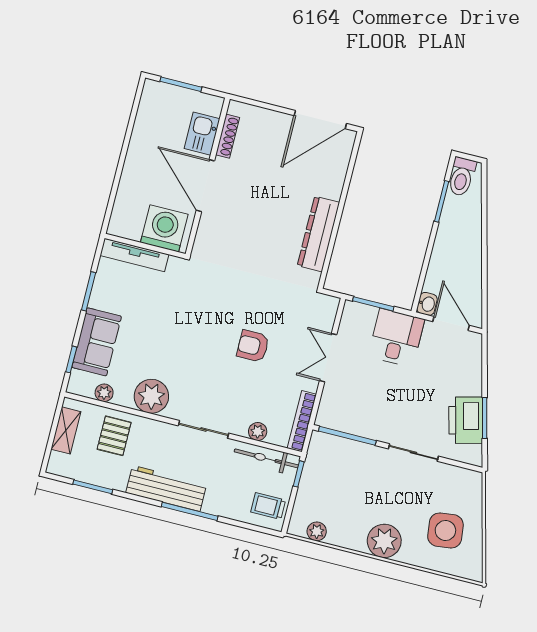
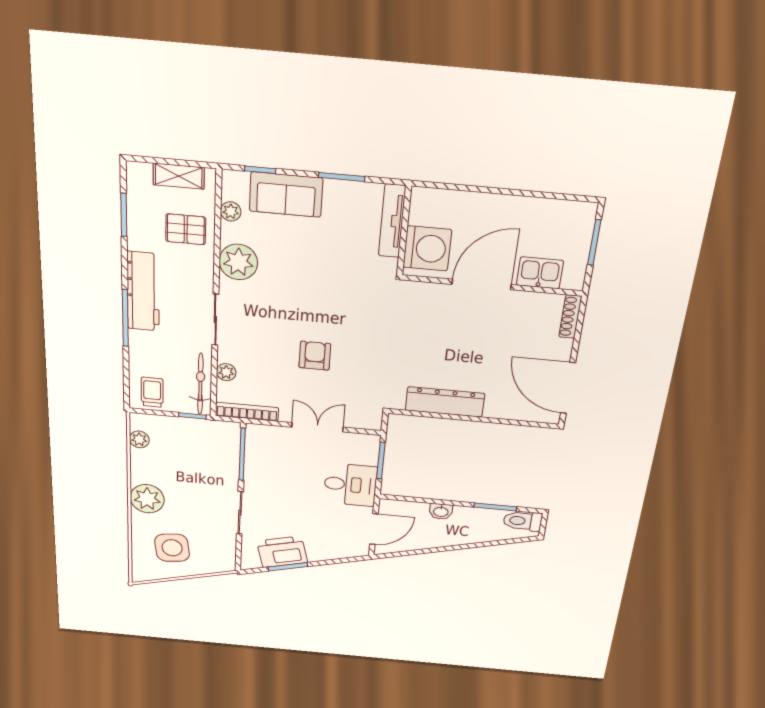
shoe rack: (228, 136) -> (570, 317), moved, turned 90
washbasin: (427, 304) -> (441, 511), moved

